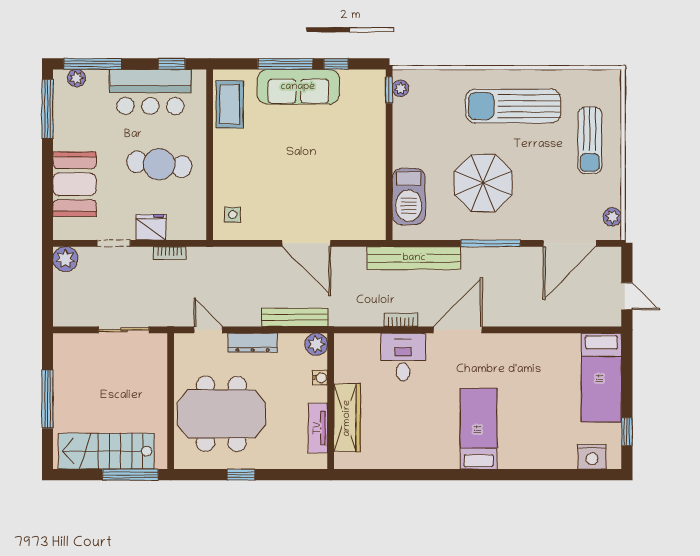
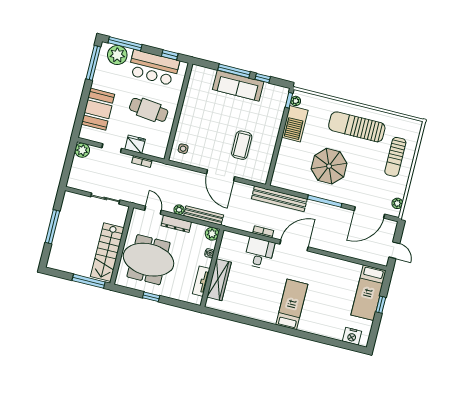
plant: (77, 78) -> (117, 55), width x1.88, depth x1.88
coffee table: (230, 104) -> (242, 145), moved
barbecue: (409, 197) -> (295, 124), moved
plant: (251, 318) -> (179, 210), added
window: (627, 432) -> (381, 305), moved
stairs: (106, 451) -> (107, 252), moved, turned -90

